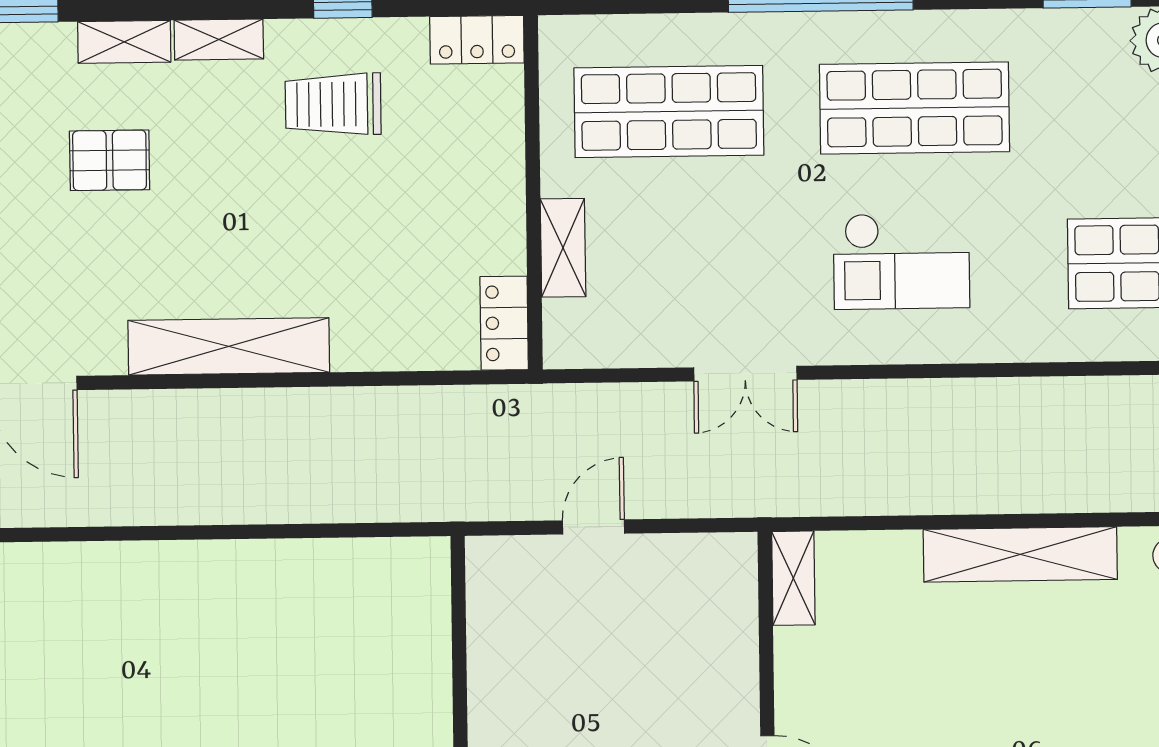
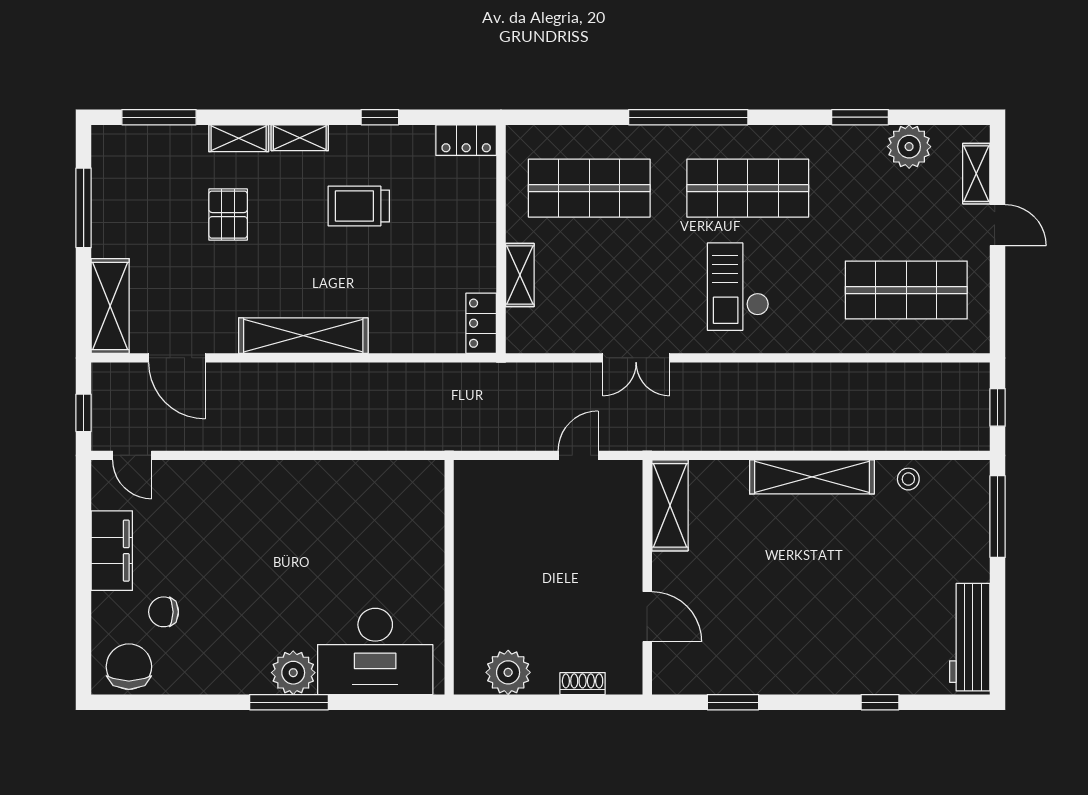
trolley: (333, 104) -> (359, 206), moved
pallet: (110, 160) -> (228, 215), turned 90
checkout: (901, 261) -> (738, 287), turned 90
door: (593, 527) -> (578, 455), moved
shelving: (793, 578) -> (670, 505), width x1.50, depth x1.33

